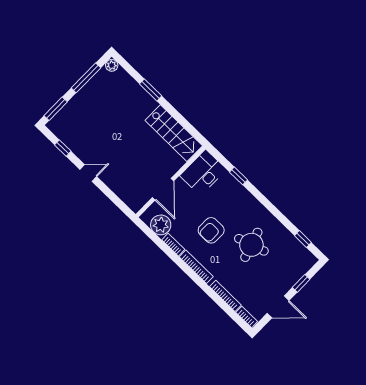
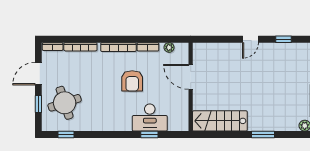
desk: (203, 173) -> (150, 118), moved, turned 90
plant: (161, 225) -> (169, 47), width x0.53, depth x0.53
armchair: (211, 230) -> (132, 81), turned 180
round table: (251, 245) -> (65, 103), moved

